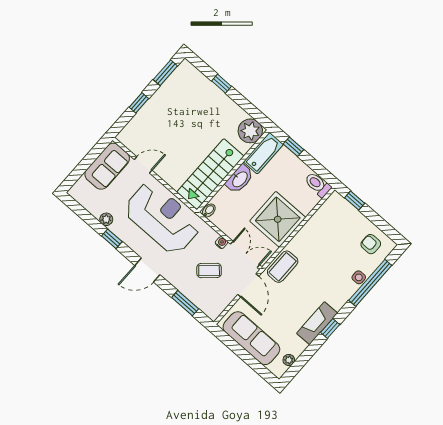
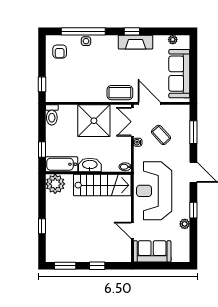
door: (248, 285) -> (149, 103), hinge flipped

